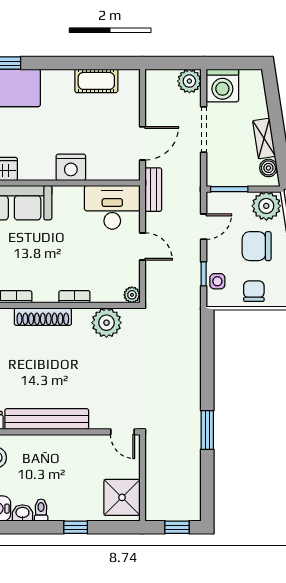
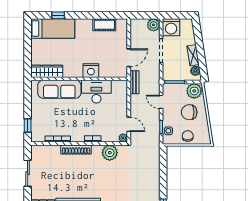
desk: (112, 207) -> (96, 92), moved
door: (204, 227) -> (161, 102), swing flipped
door: (142, 246) -> (129, 124), moved

